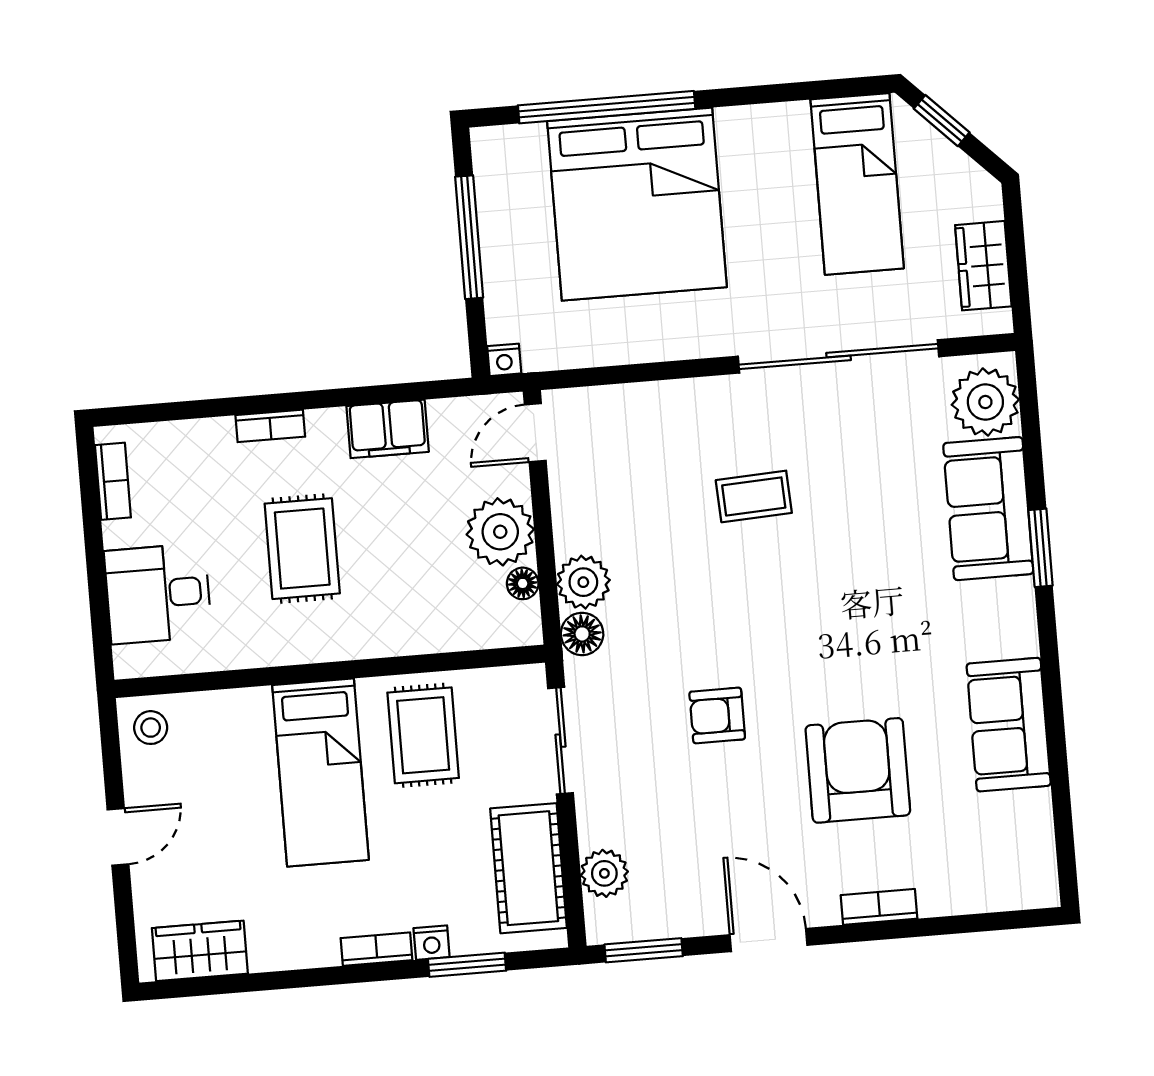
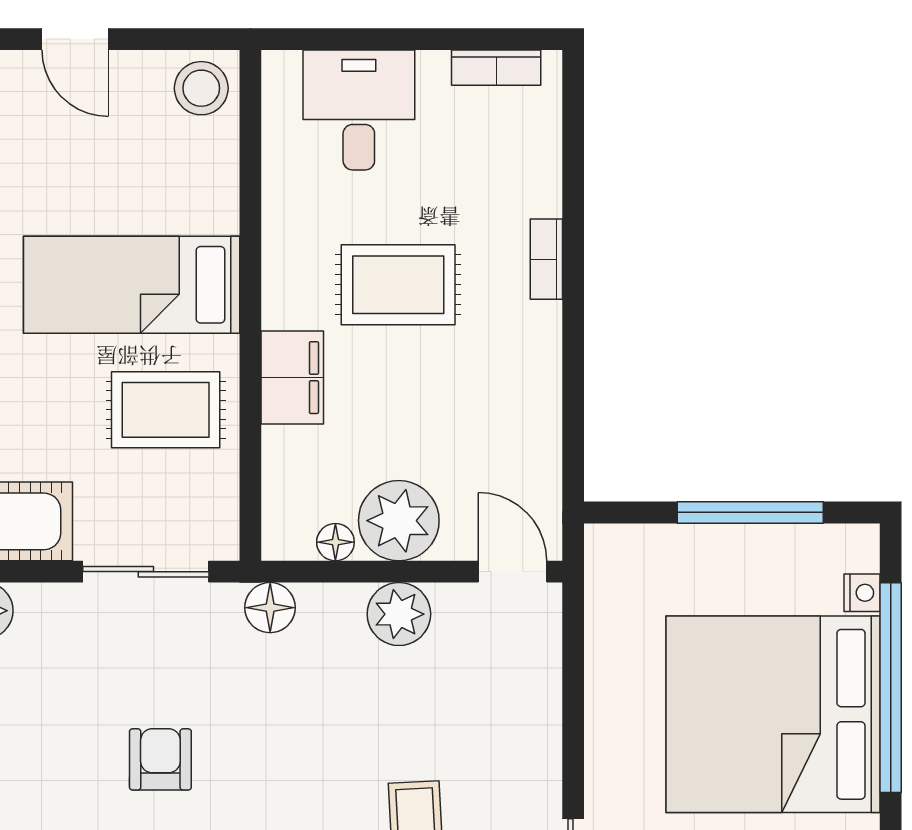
nightstand: (504, 360) -> (862, 593), moved, turned 180
filing cabinet: (388, 429) -> (292, 378), moved, turned 180
plant: (583, 582) -> (399, 614), moved
stool: (151, 728) -> (201, 88), width x1.37, depth x1.37

